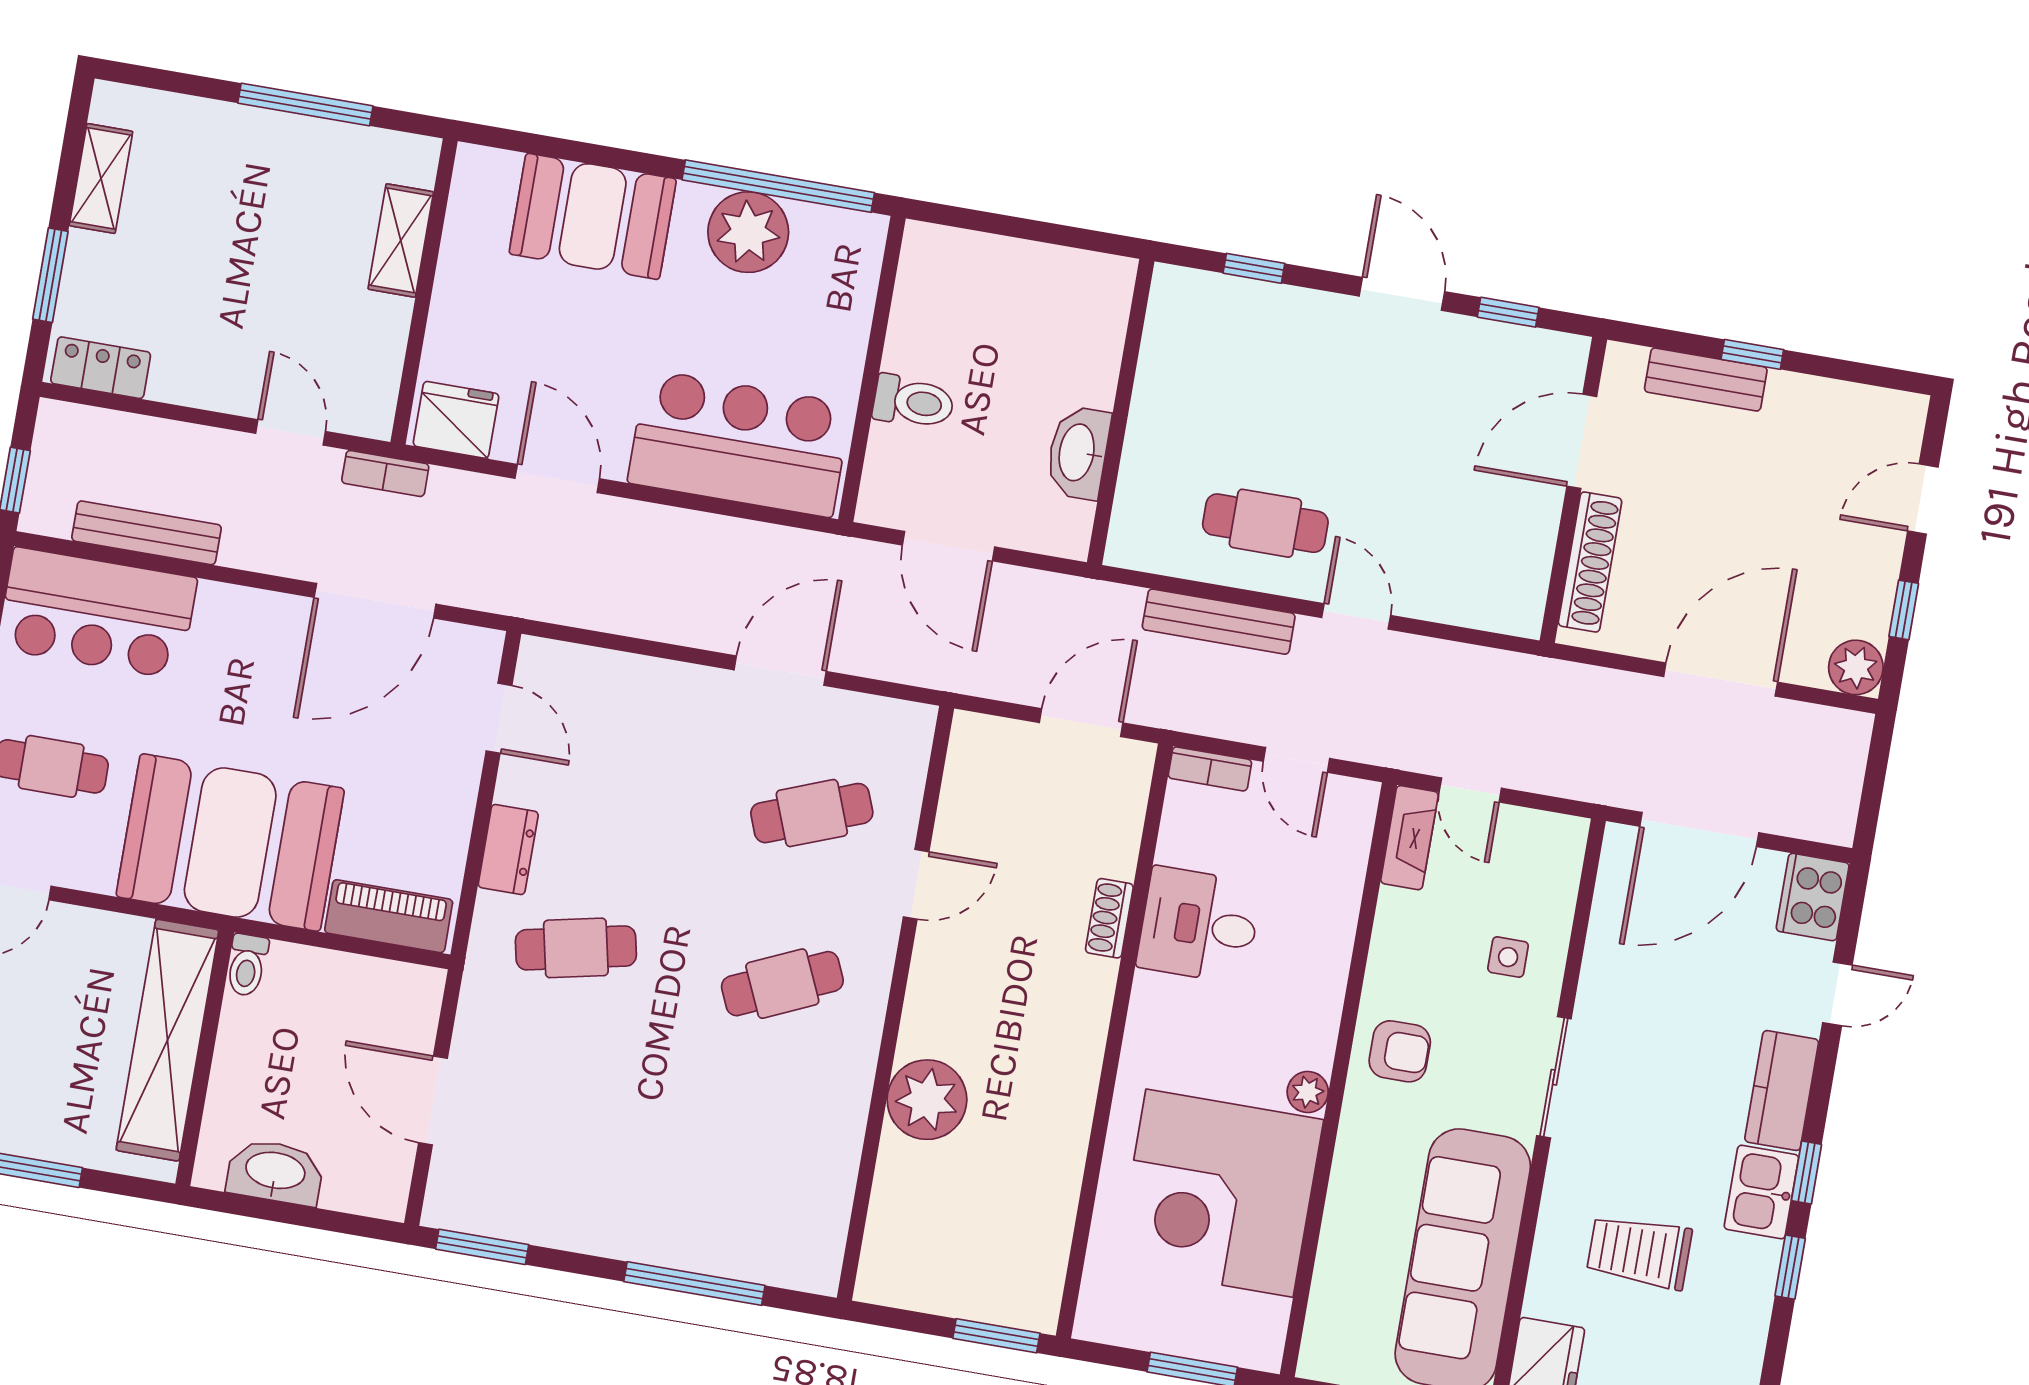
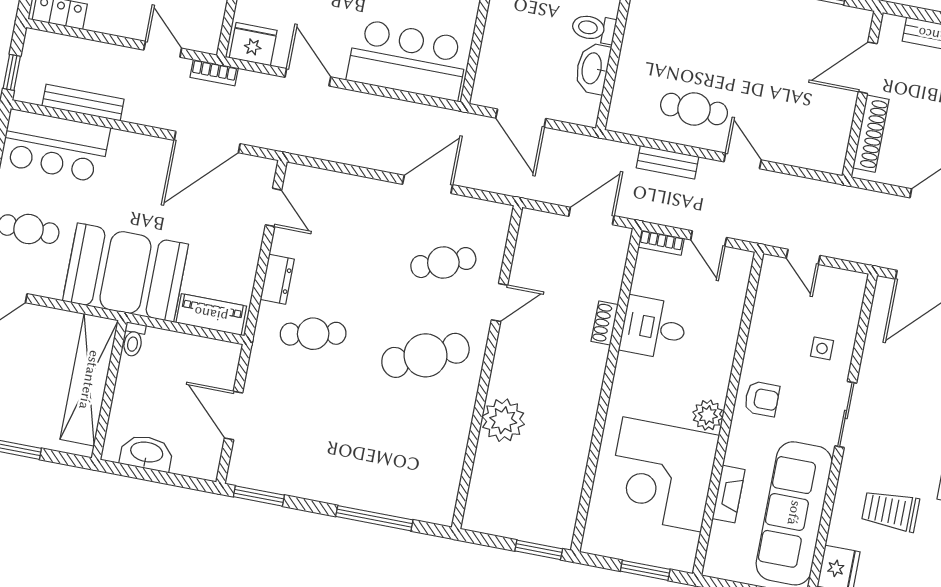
toilet: (913, 402) -> (594, 28), moved, turned 180
bench: (1219, 622) -> (667, 162), width x0.73
fireplace: (1409, 838) -> (729, 494), moved
cafe table: (782, 984) -> (425, 355), width x1.37, depth x1.35
plant: (1308, 1092) -> (708, 415), width x1.38, depth x1.38

